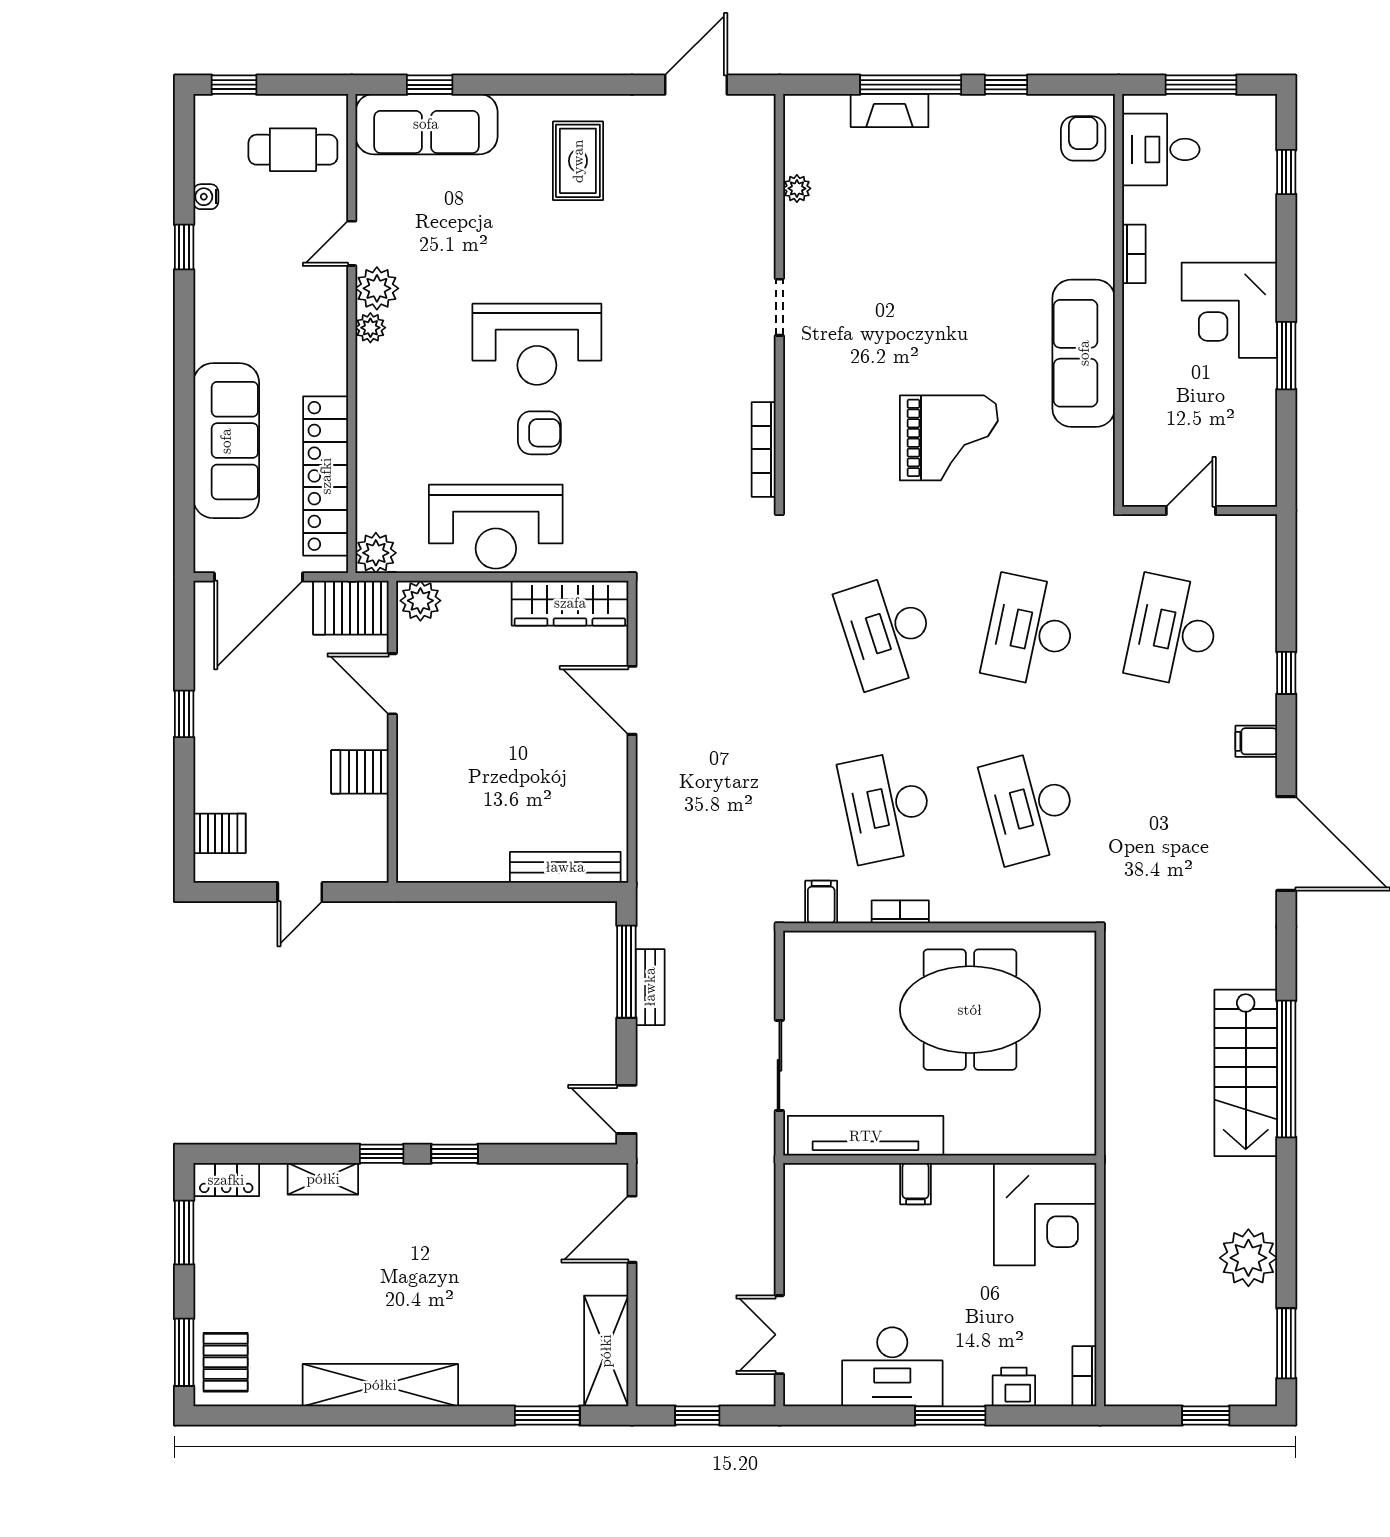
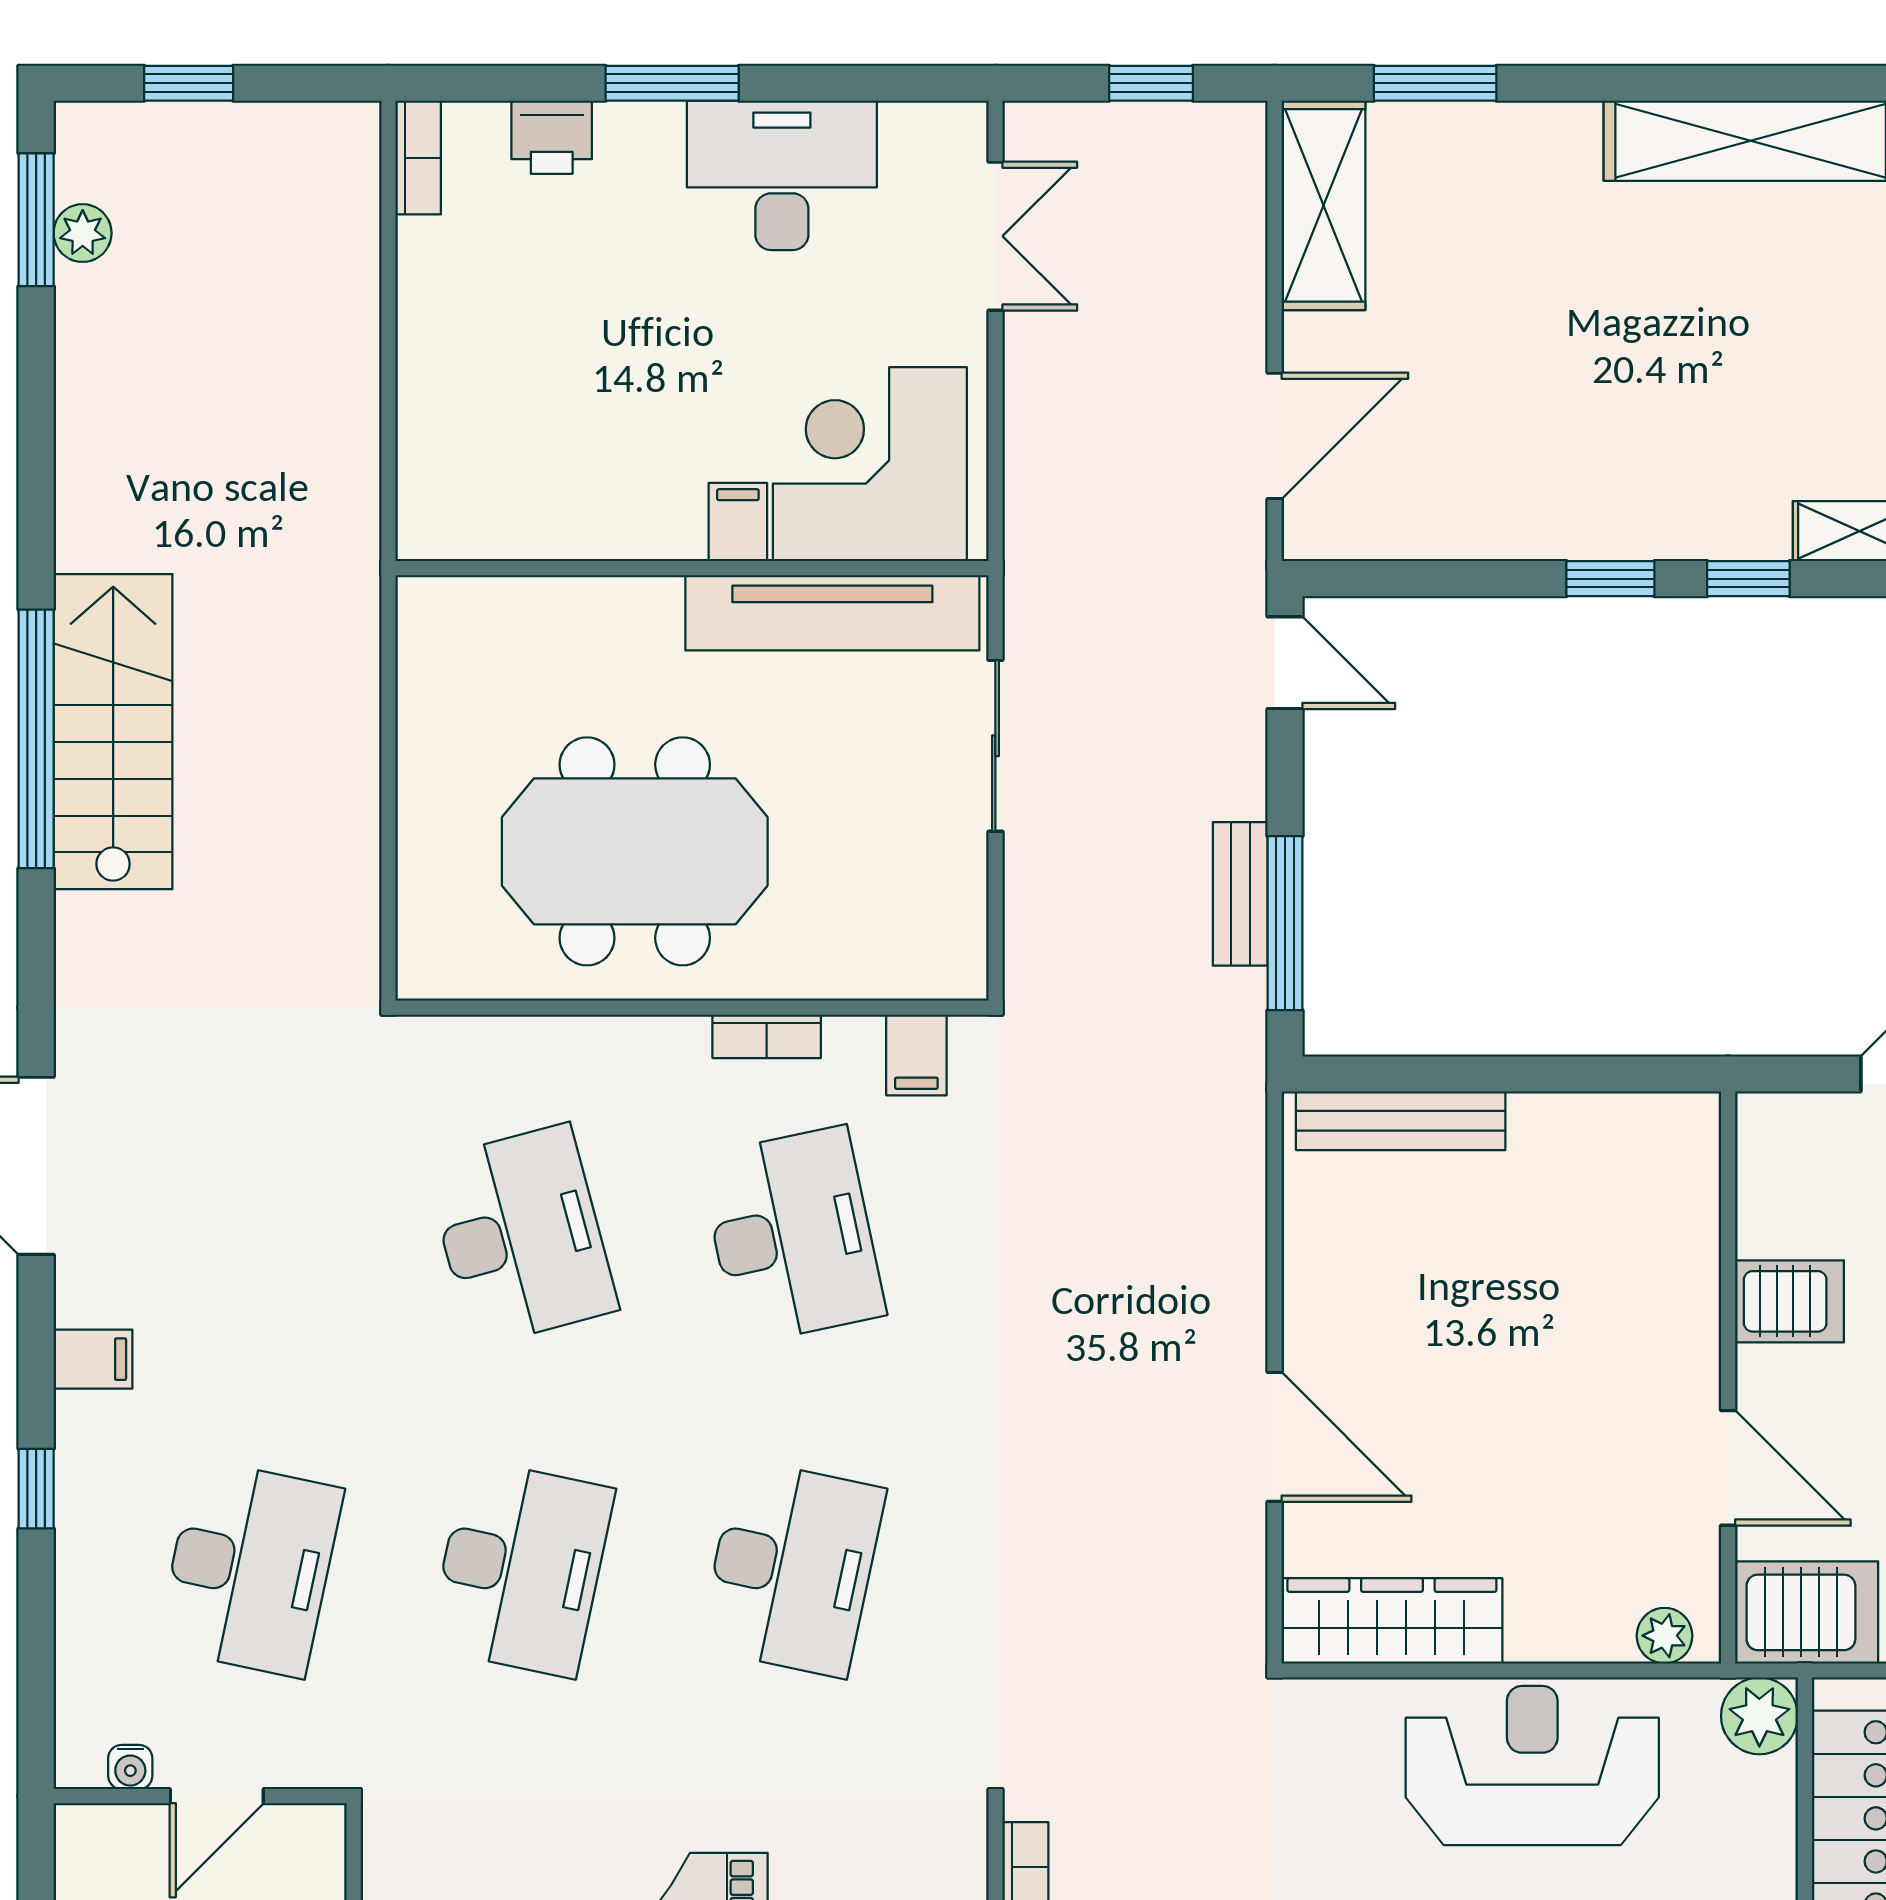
water cooler: (1237, 526) -> (130, 1767), added
plant: (420, 601) -> (1665, 1636), width x0.73, depth x0.73
desk: (887, 631) -> (792, 1568), turned 30
corner desk: (1045, 1214) -> (870, 464), moved
plant: (1248, 1258) -> (83, 233), moved, width x0.53, depth x0.53

